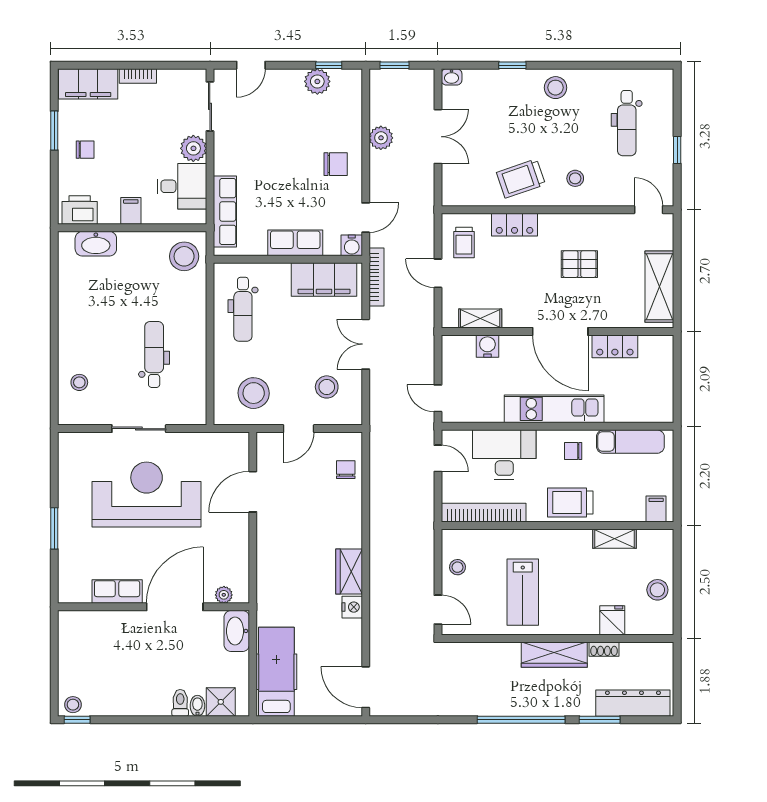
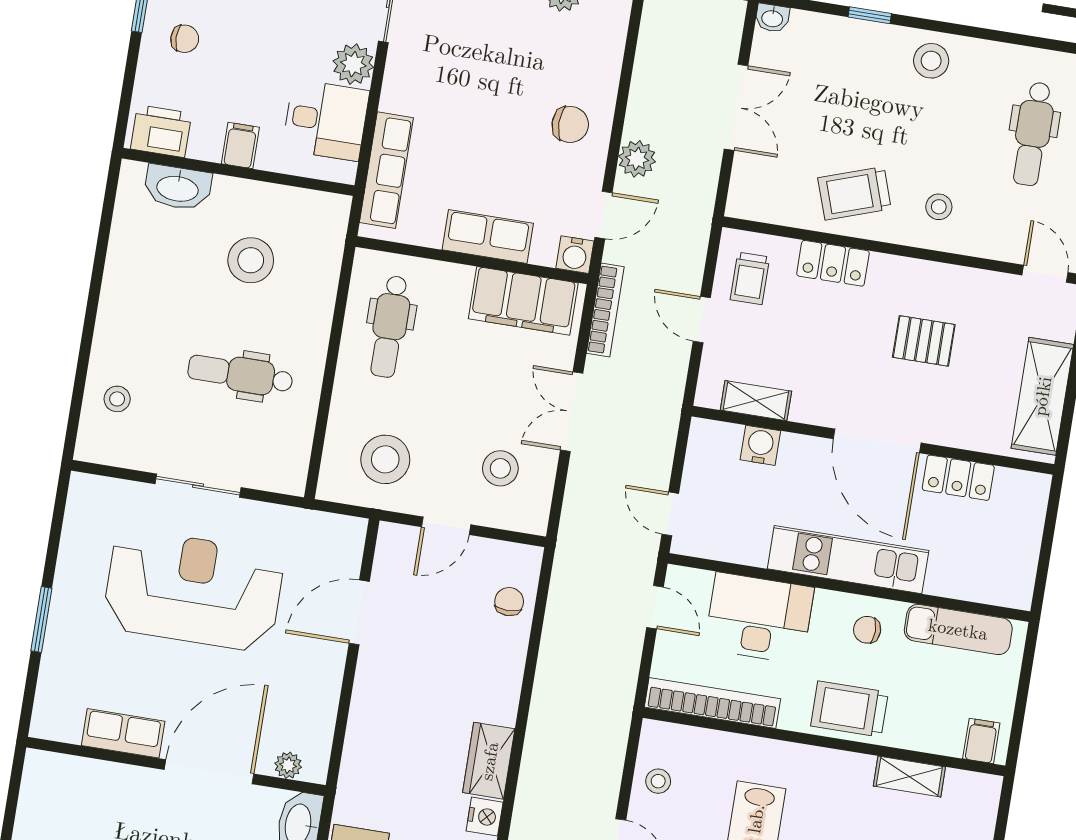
plant: (381, 138) -> (637, 159), moved
stool: (184, 256) -> (251, 260), moved
dental chair: (154, 354) -> (240, 374), turned -90

